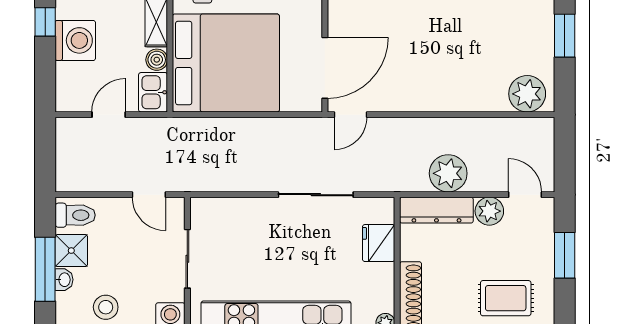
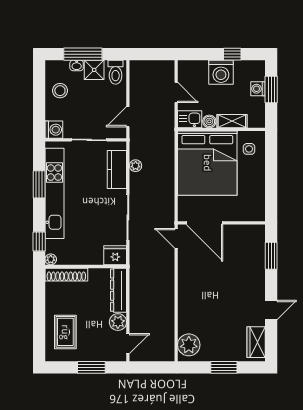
plant: (448, 173) -> (136, 166), moved, width x0.53, depth x0.53
kitchen counter: (236, 213) -> (117, 170), added
fridge: (379, 243) -> (115, 255), moved

